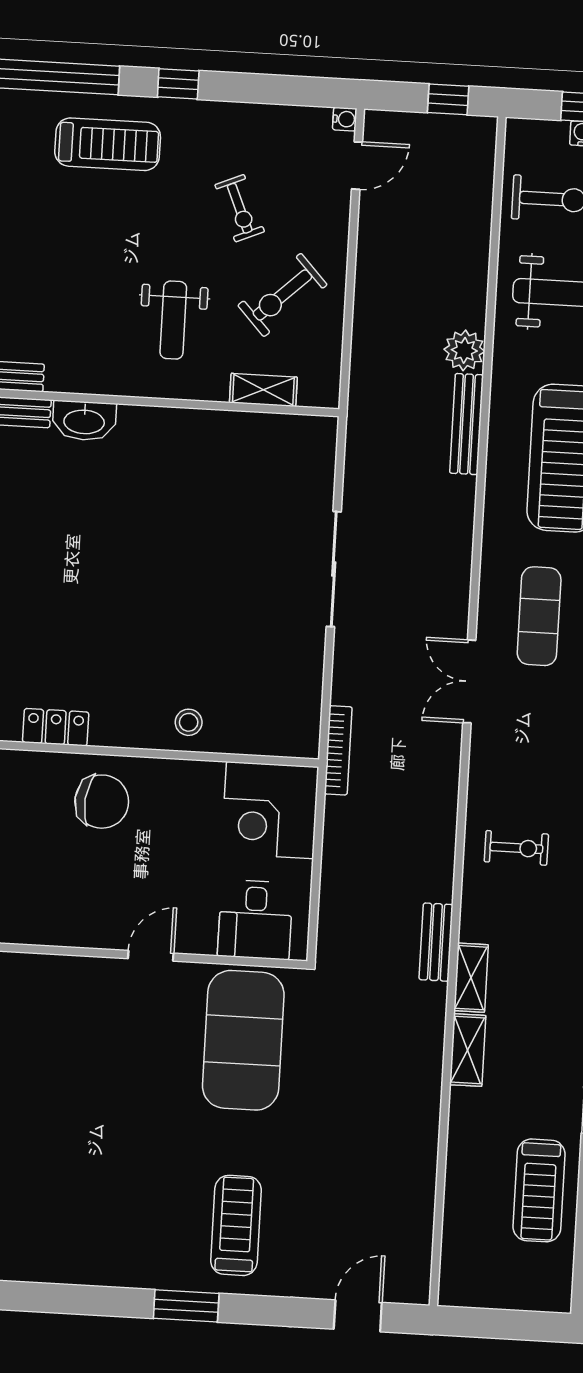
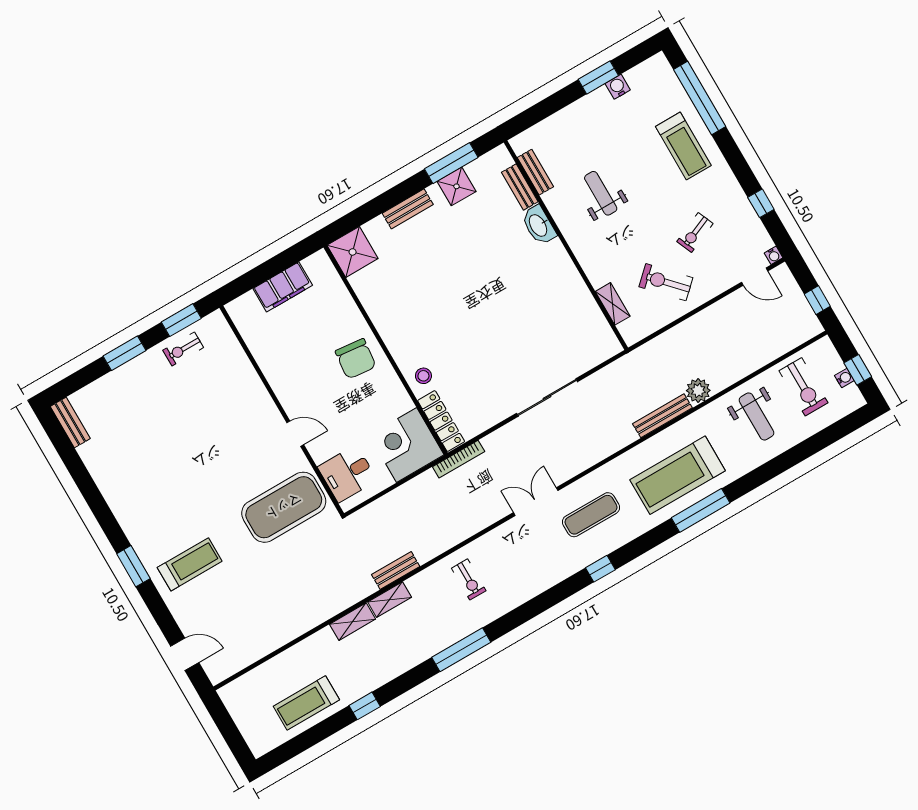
window: (178, 84) -> (761, 203), moved
weight bench: (173, 320) -> (601, 193), moved, turned 90
locker: (56, 727) -> (441, 421), moved, width x1.53

